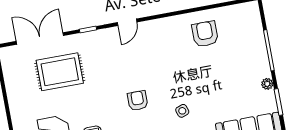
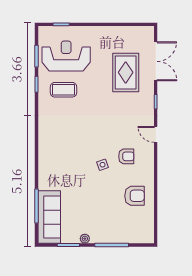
armchair: (138, 101) -> (126, 156), moved
side table: (182, 111) -> (103, 165), moved

